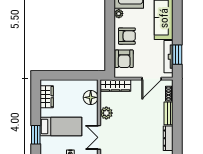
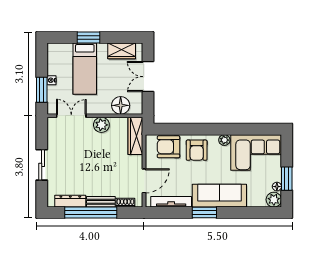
window: (177, 55) -> (204, 213), moved
double door: (67, 75) -> (148, 77), added
door: (152, 79) -> (144, 181), swing flipped
window: (177, 122) -> (91, 213), added
window: (36, 135) -> (88, 38), moved

